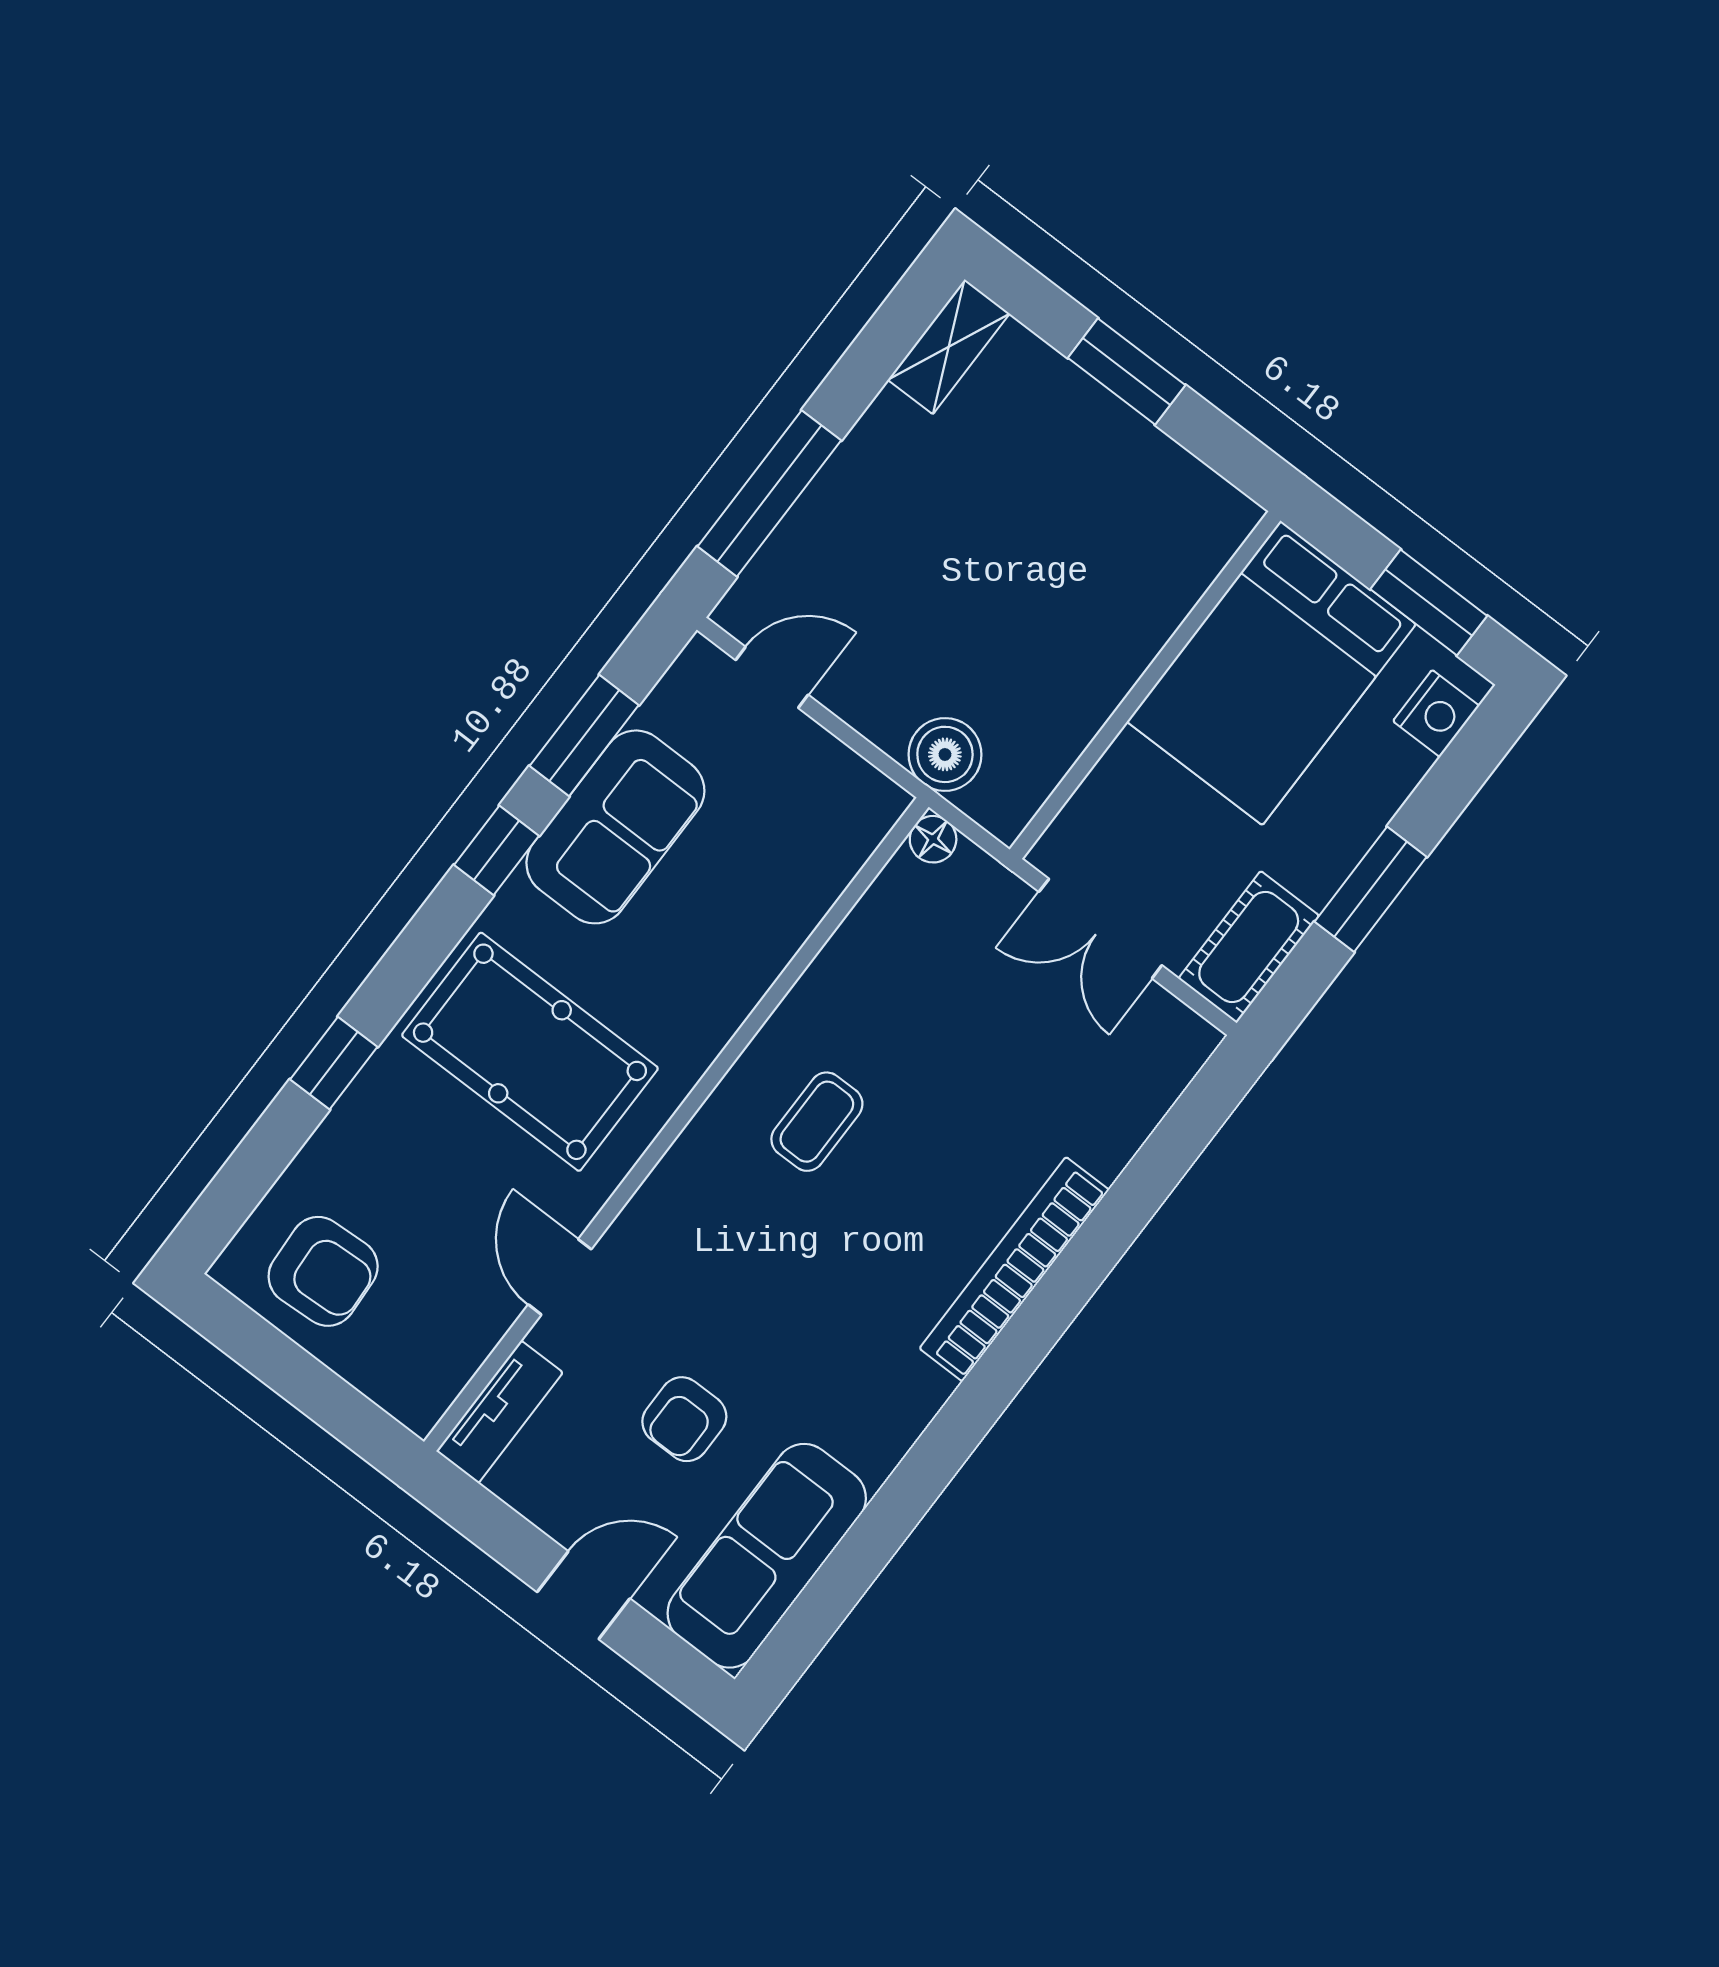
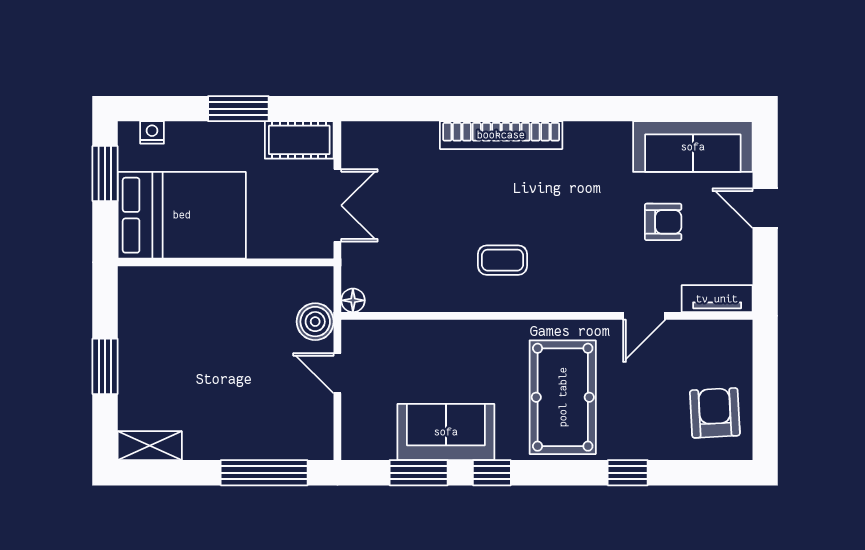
door: (772, 677) -> (337, 373), moved
nightstand: (1436, 713) -> (152, 132), width x0.72, depth x0.74

